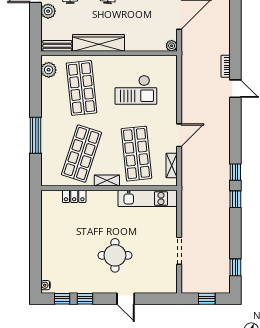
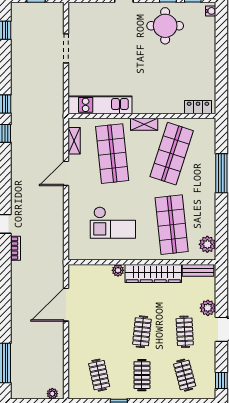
plant: (172, 46) -> (118, 270), moved
checkout: (136, 90) -> (113, 223), turned 180
locker: (74, 196) -> (198, 107), moved
round table: (115, 255) -> (165, 26), moved

